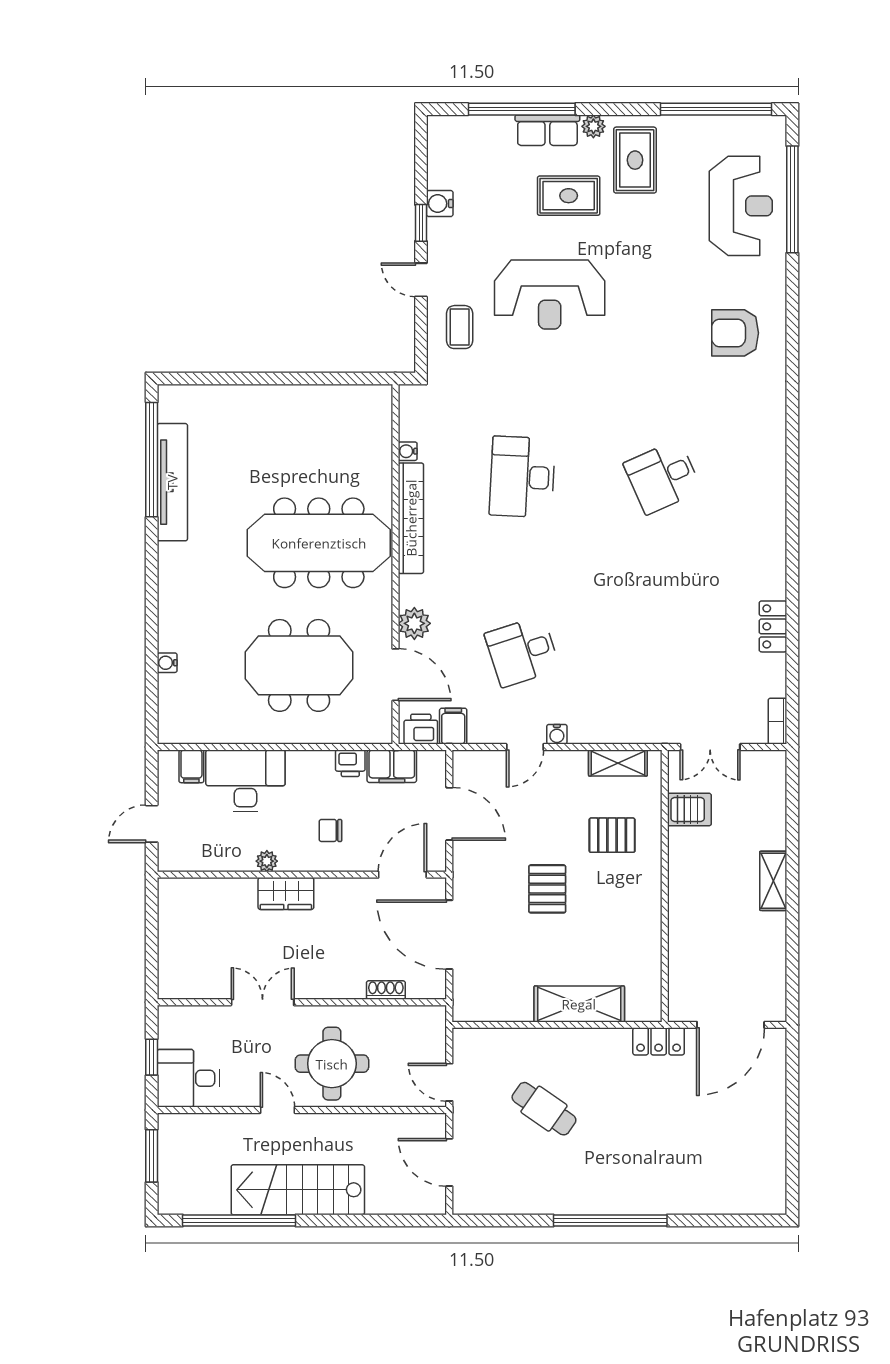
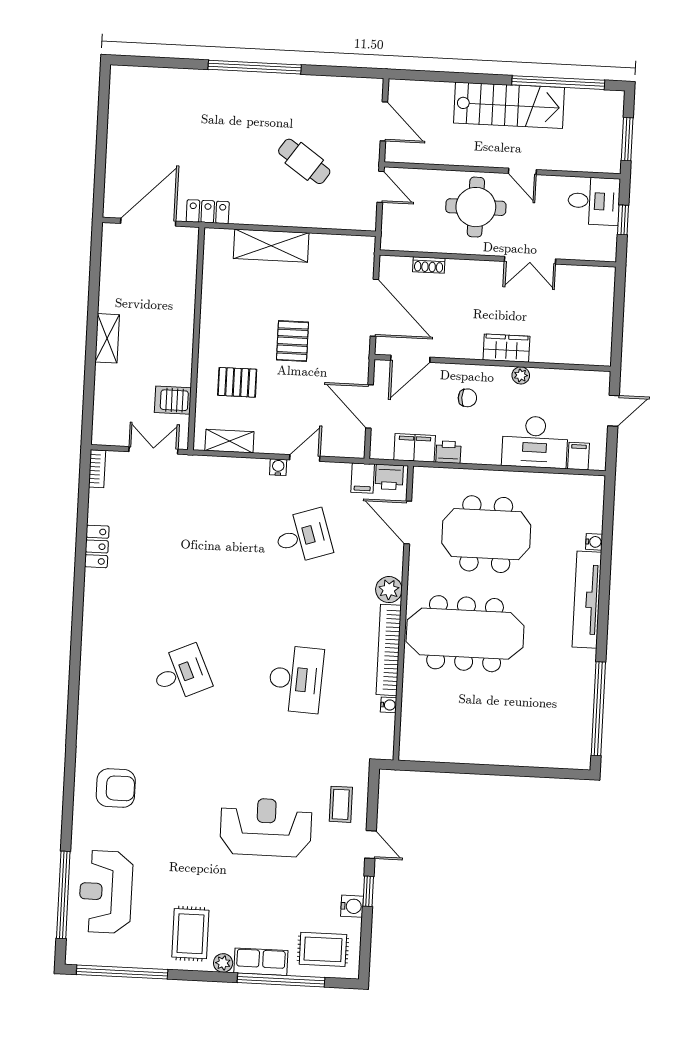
rug: (569, 196) -> (323, 949), moved
tv unit: (172, 482) -> (587, 600), moved
plant: (414, 623) -> (389, 590), moved

